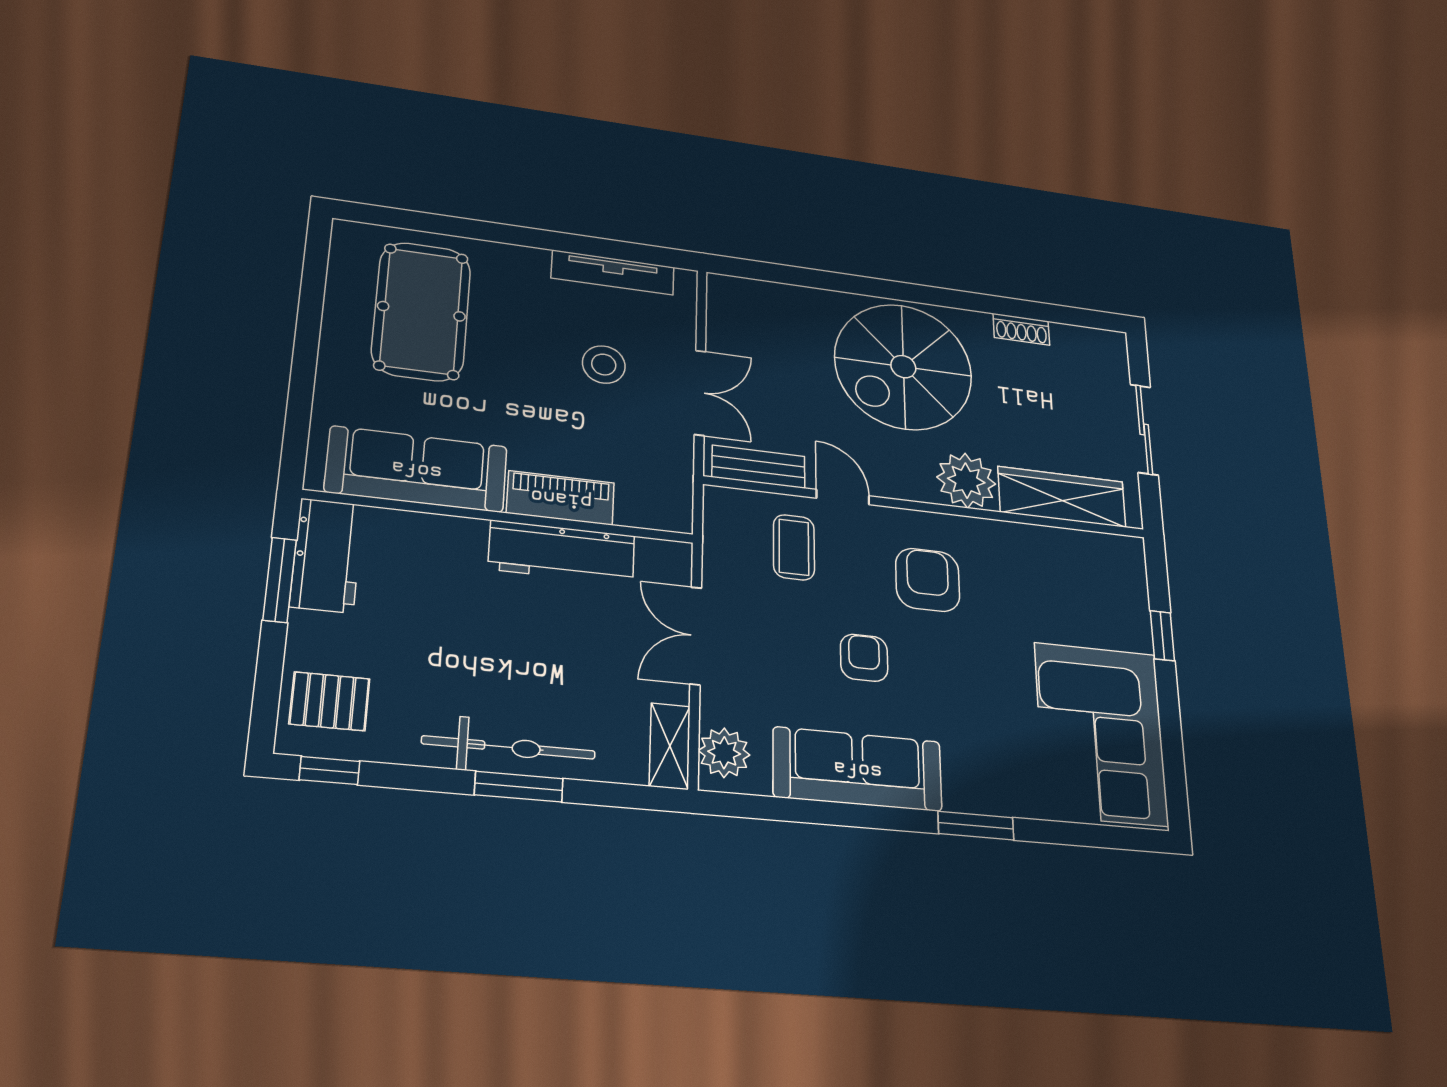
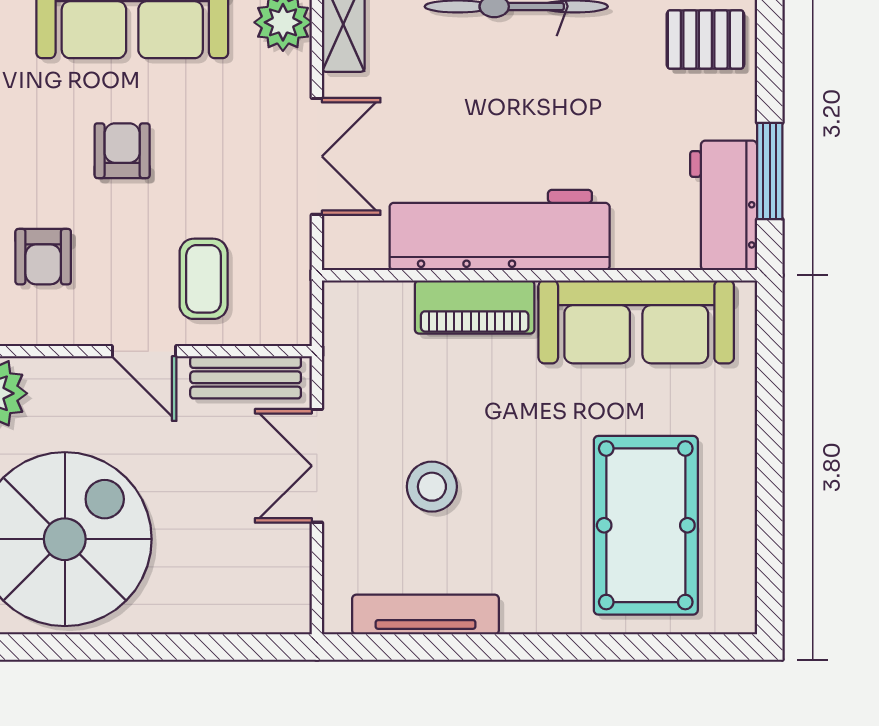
workbench: (562, 552) -> (500, 230), width x1.36, depth x1.32
armchair: (928, 580) -> (43, 257), width x0.72, depth x0.72
armchair: (864, 658) -> (122, 151), turned 180

